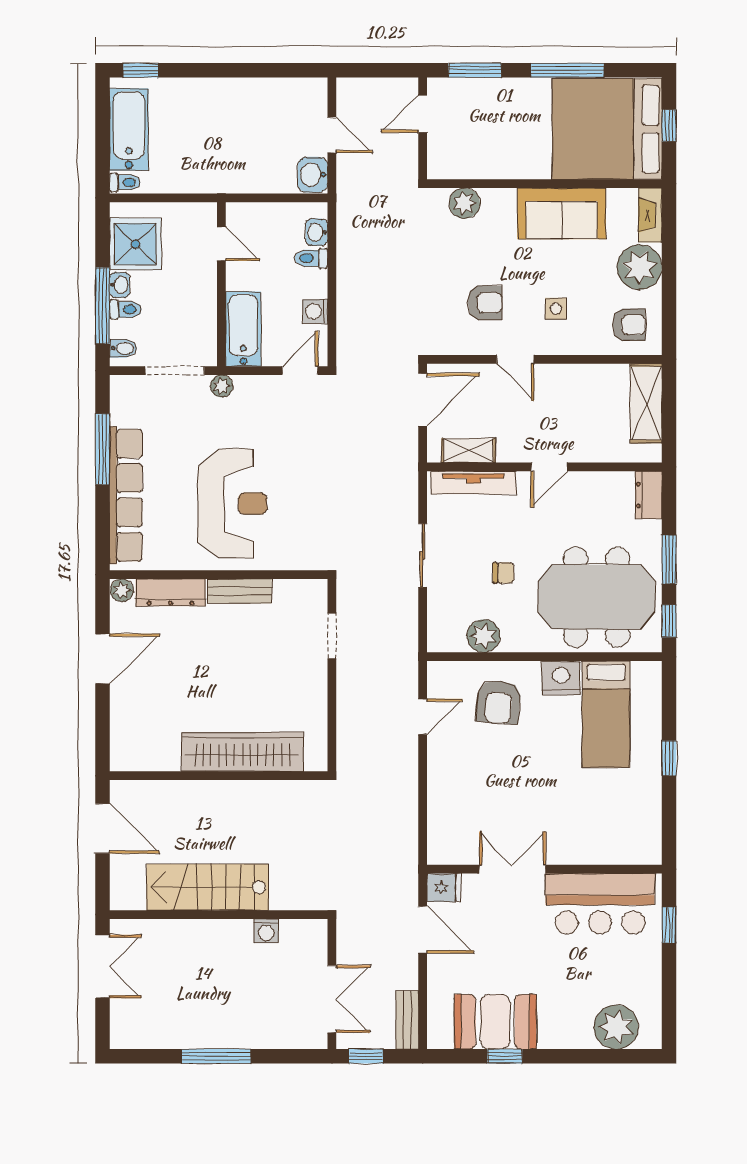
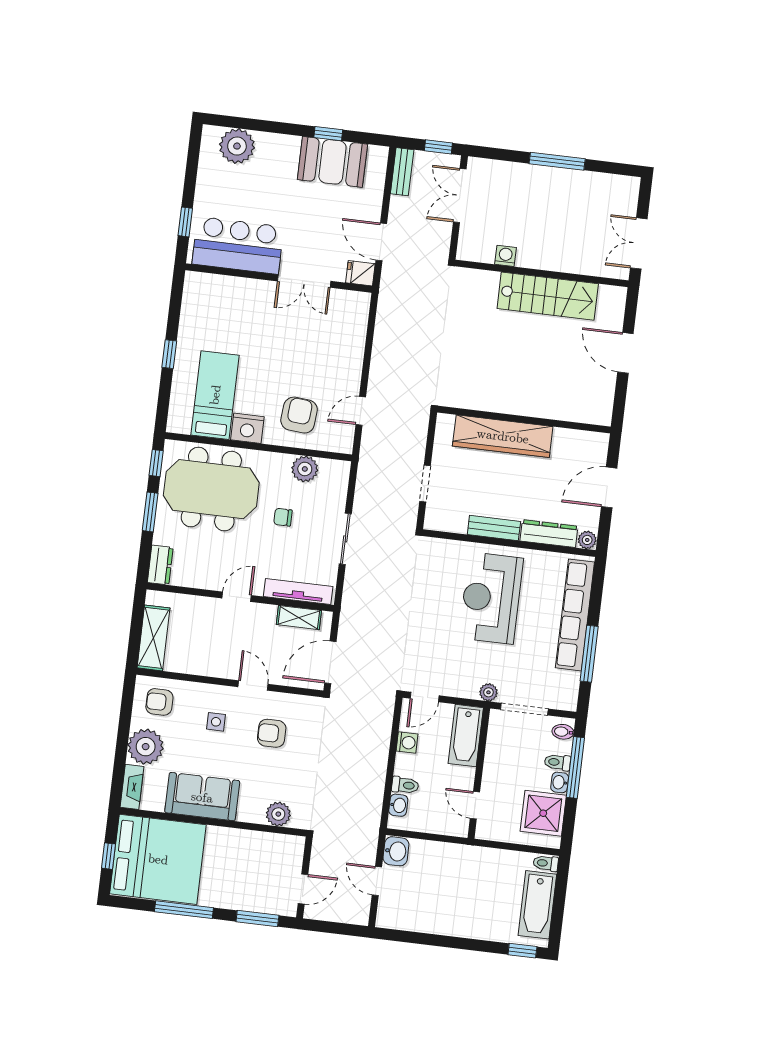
wardrobe: (242, 752) -> (503, 436), moved
wall: (219, 776) -> (524, 419), moved

